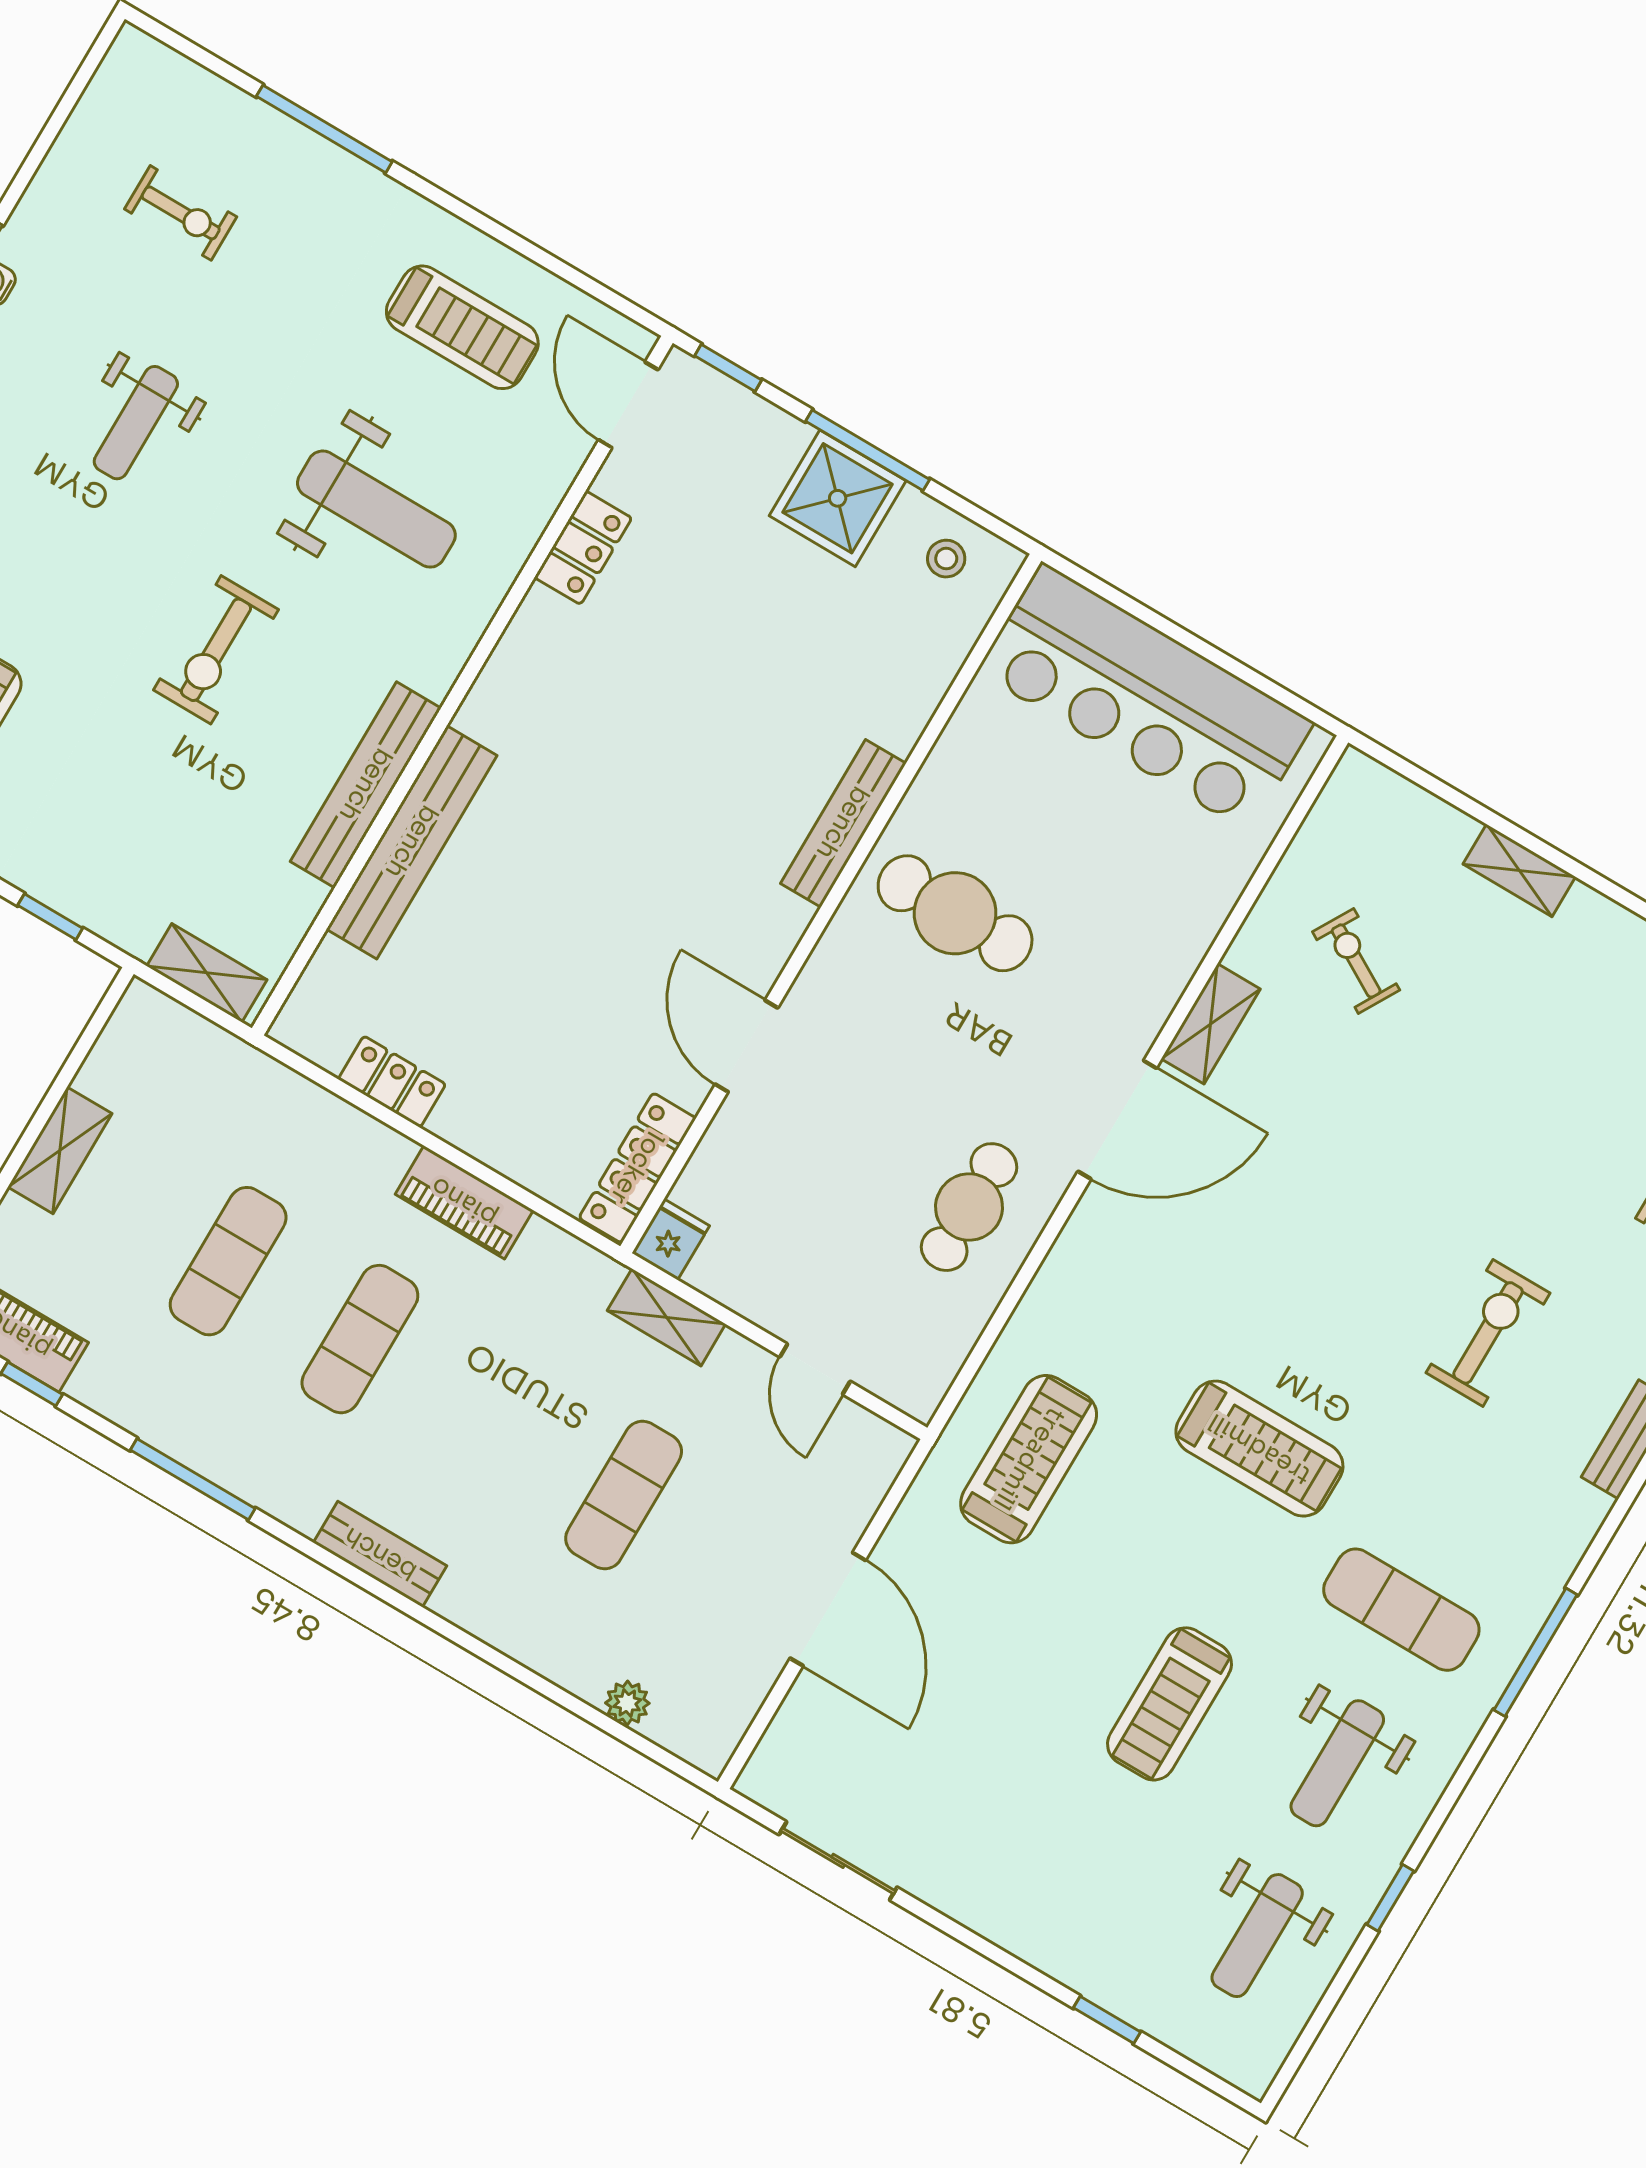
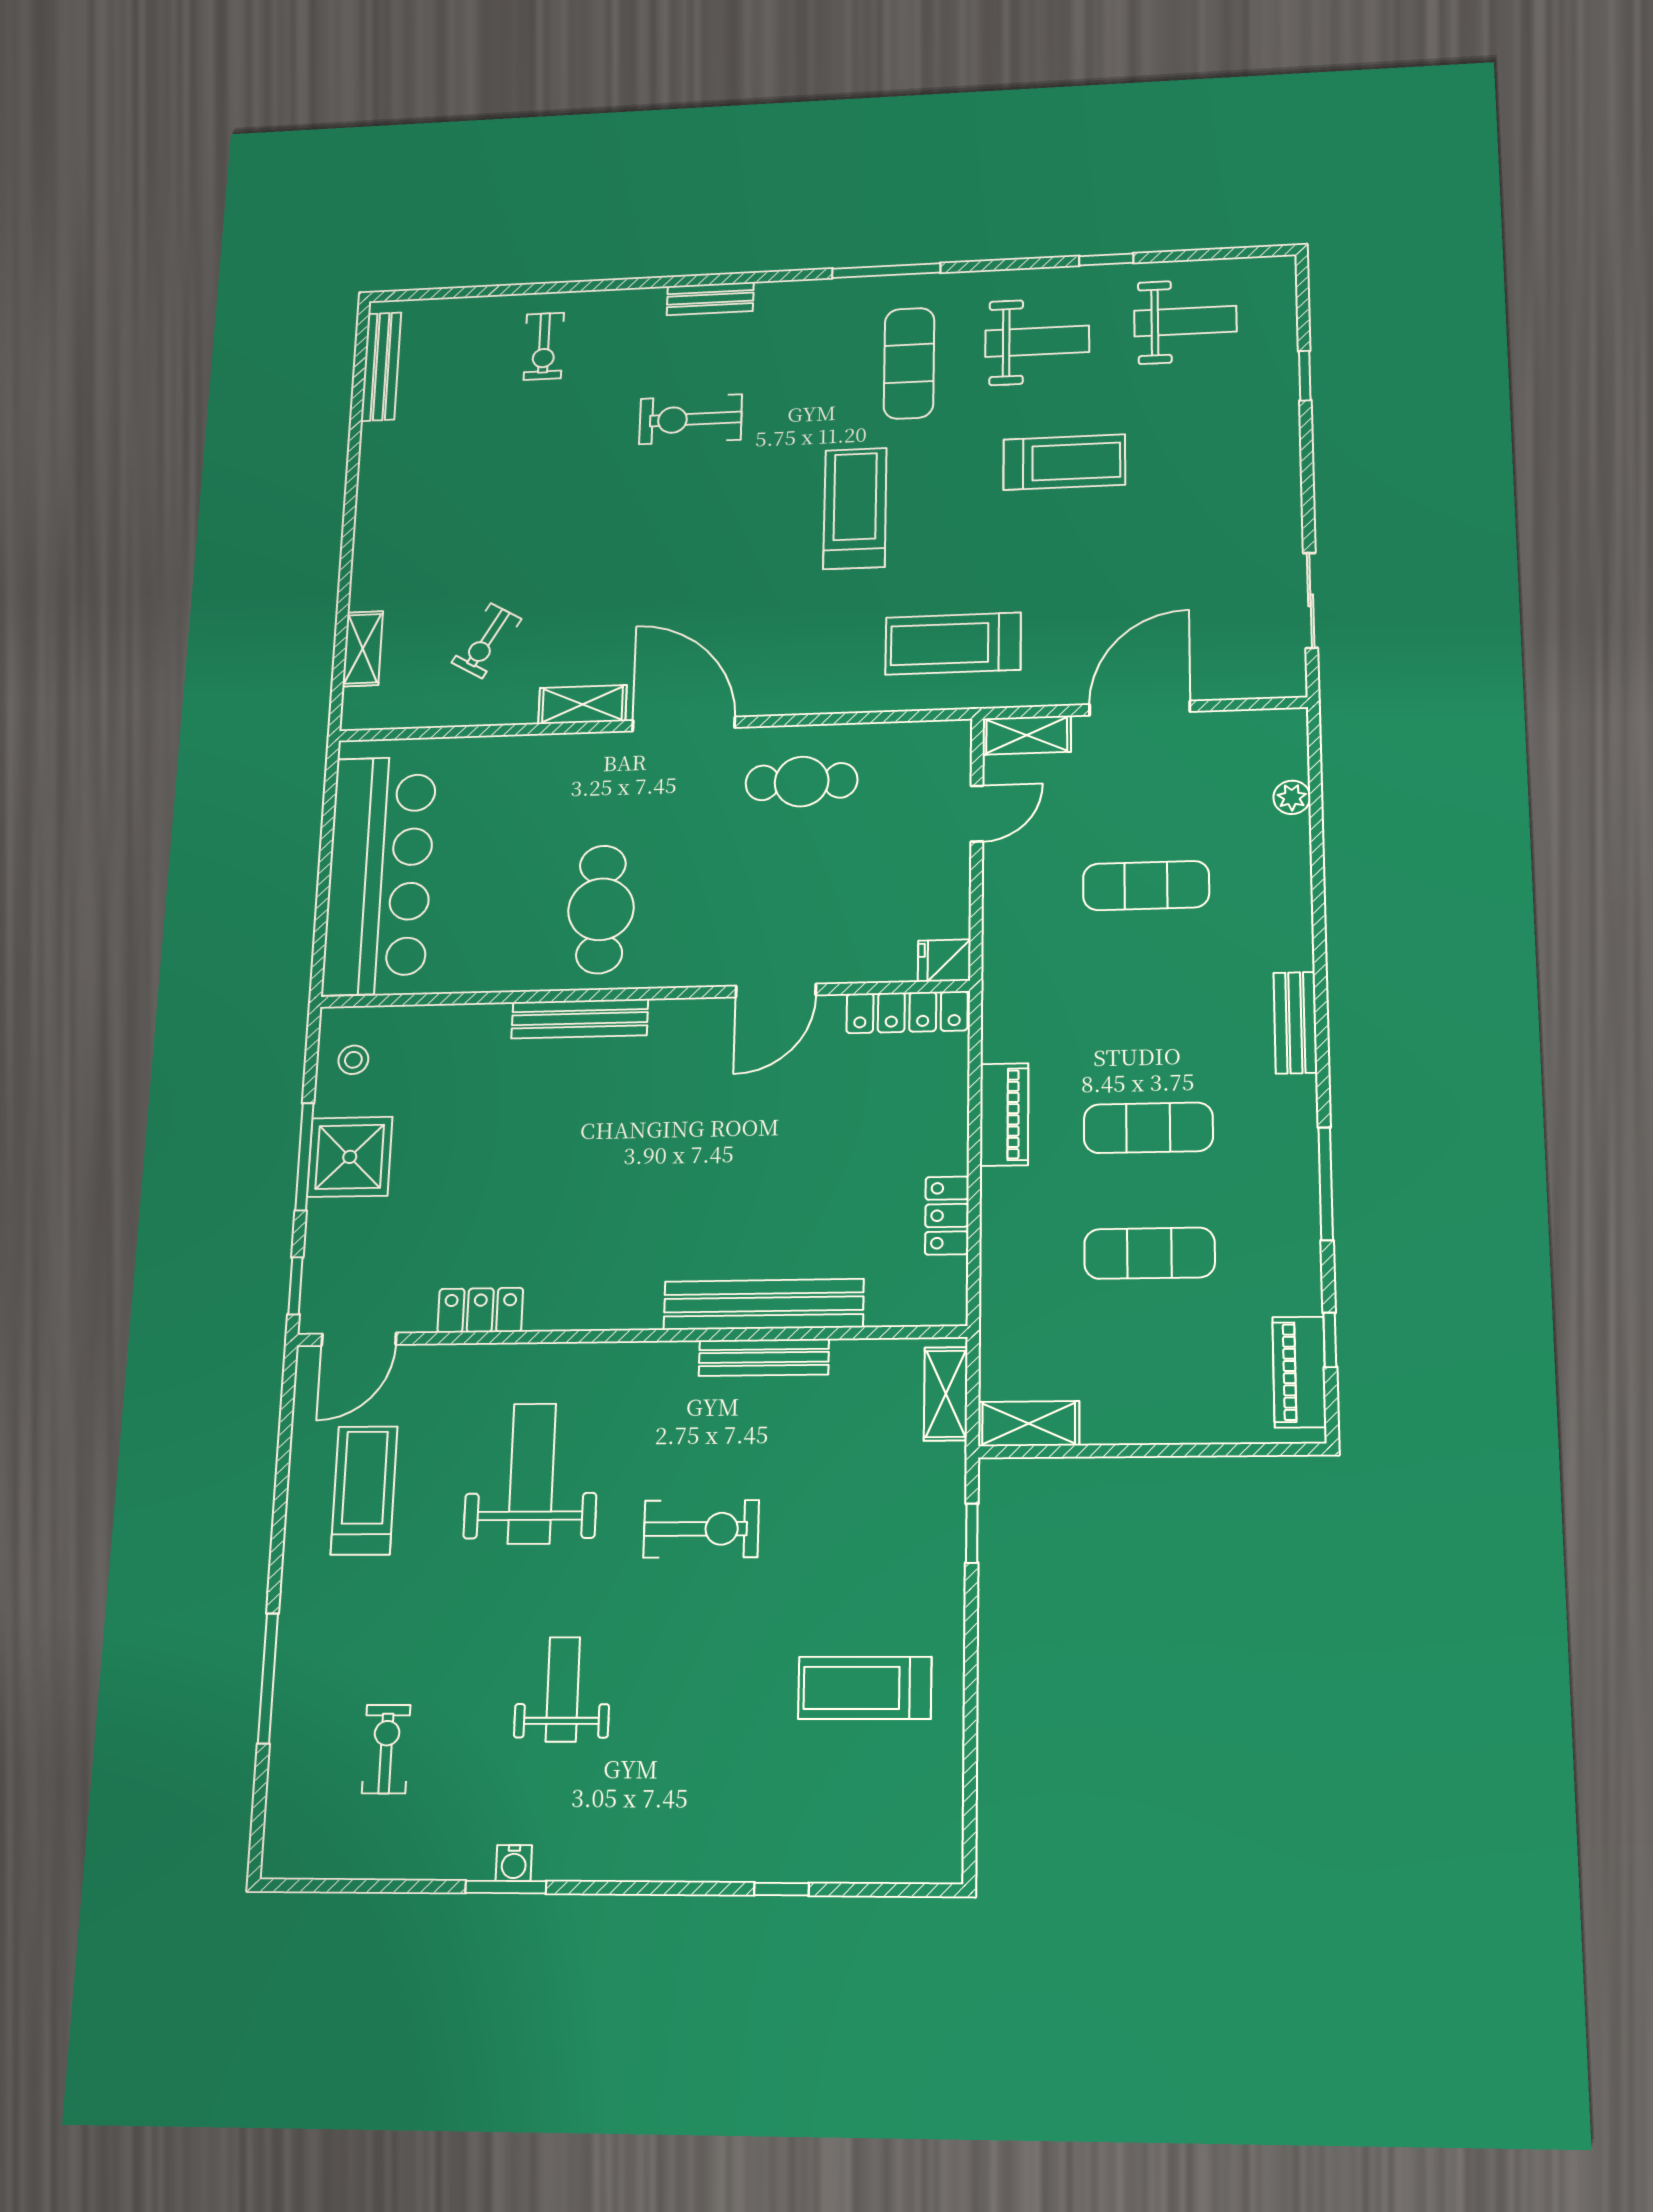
weight bench: (136, 423) -> (563, 1689), turned -90
bench: (366, 785) -> (764, 1357), width x0.73, depth x0.82
shelving: (1519, 870) -> (363, 649), moved
shelving: (60, 1150) -> (1029, 1424), moved
shelving: (666, 1317) -> (1027, 735), moved, turned 90

